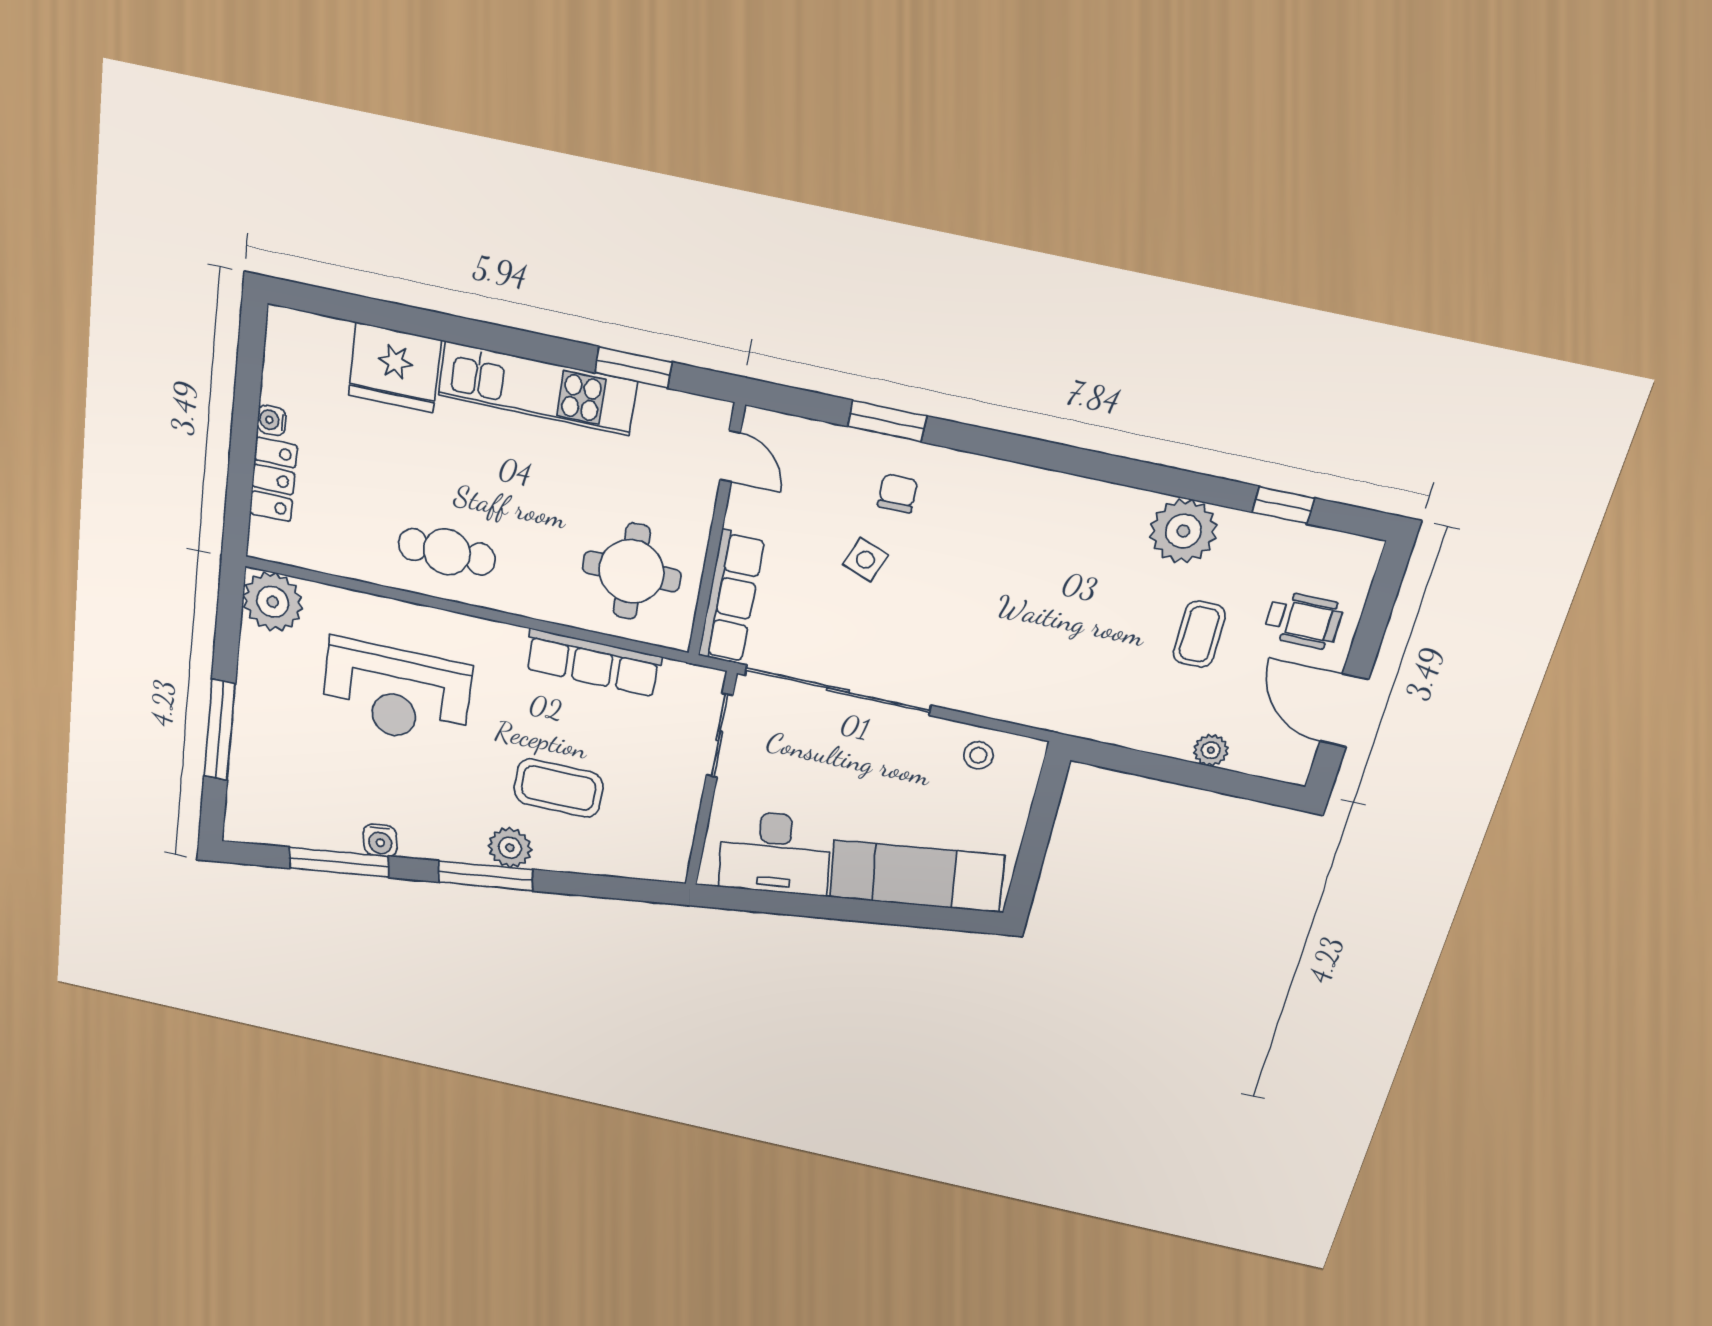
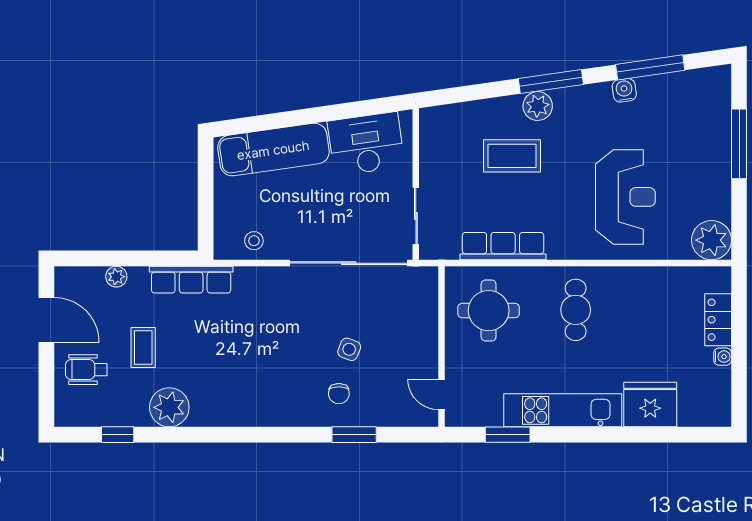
cafe table: (447, 552) -> (576, 310), moved, turned 90
row of seats: (731, 597) -> (191, 280), moved, turned -90
reception desk: (396, 693) -> (625, 197), turned 90

